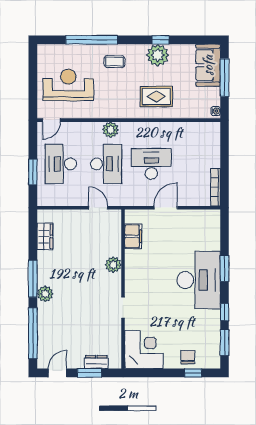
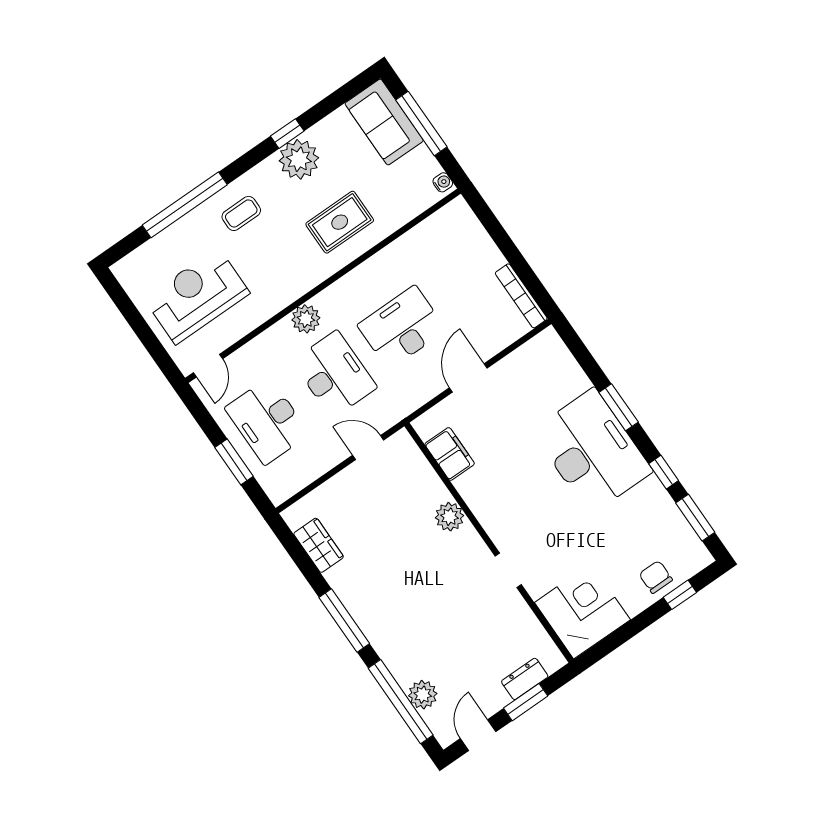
plant: (45, 294) -> (423, 695), moved

